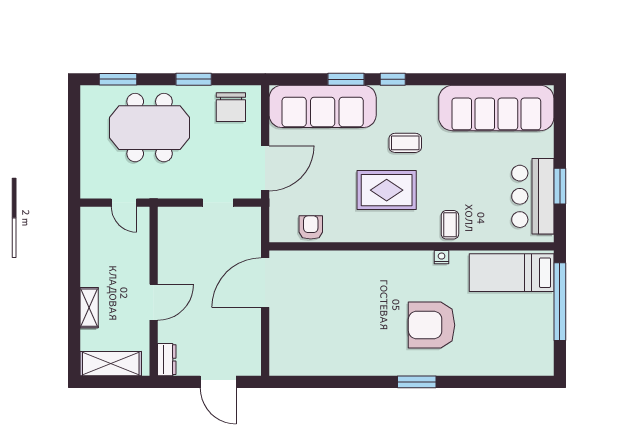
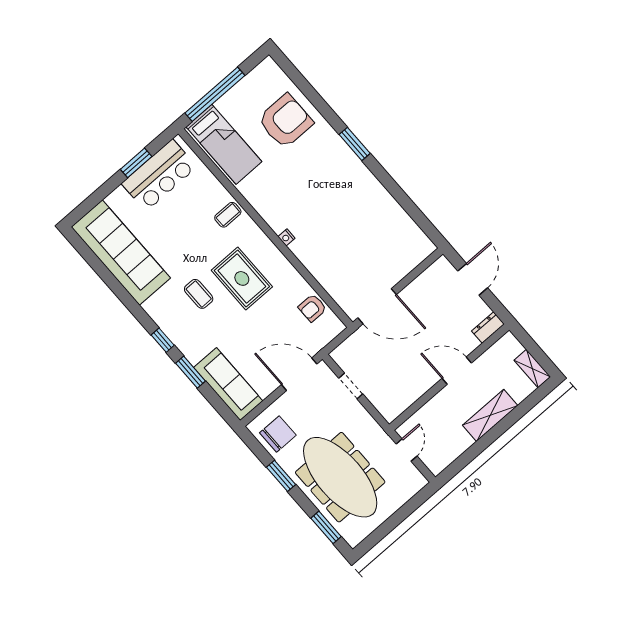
sofa: (323, 106) -> (228, 384), width x0.74, depth x0.79
meeting table: (150, 128) -> (340, 477), width x1.36
nightstand: (442, 257) -> (286, 237), moved
shelving: (89, 308) -> (490, 415), width x1.50, depth x1.33
armchair: (432, 325) -> (285, 121), moved, turned -90
shelving: (111, 364) -> (532, 368), width x0.67, depth x0.75

